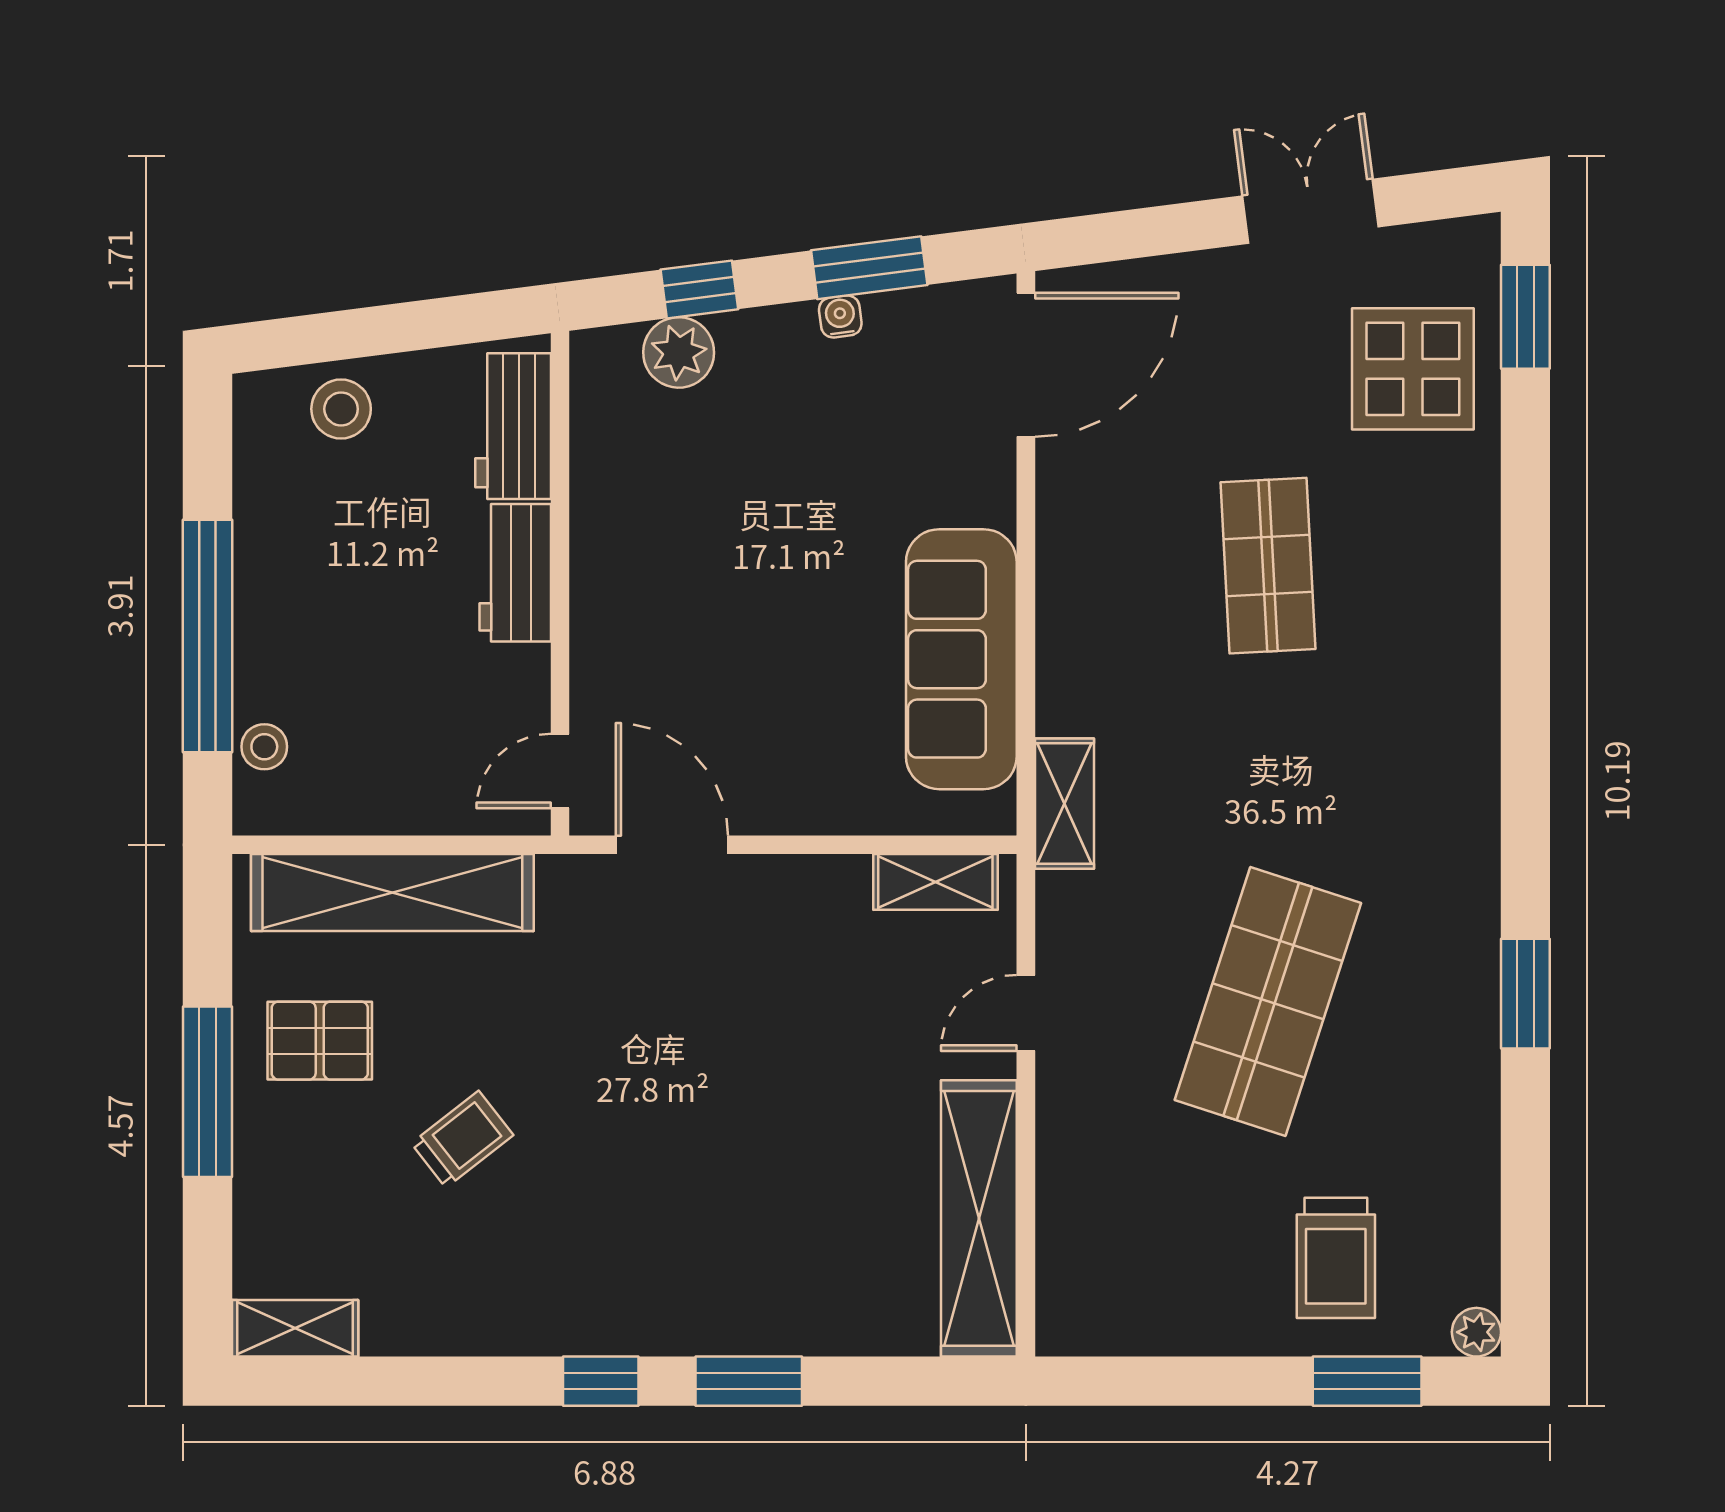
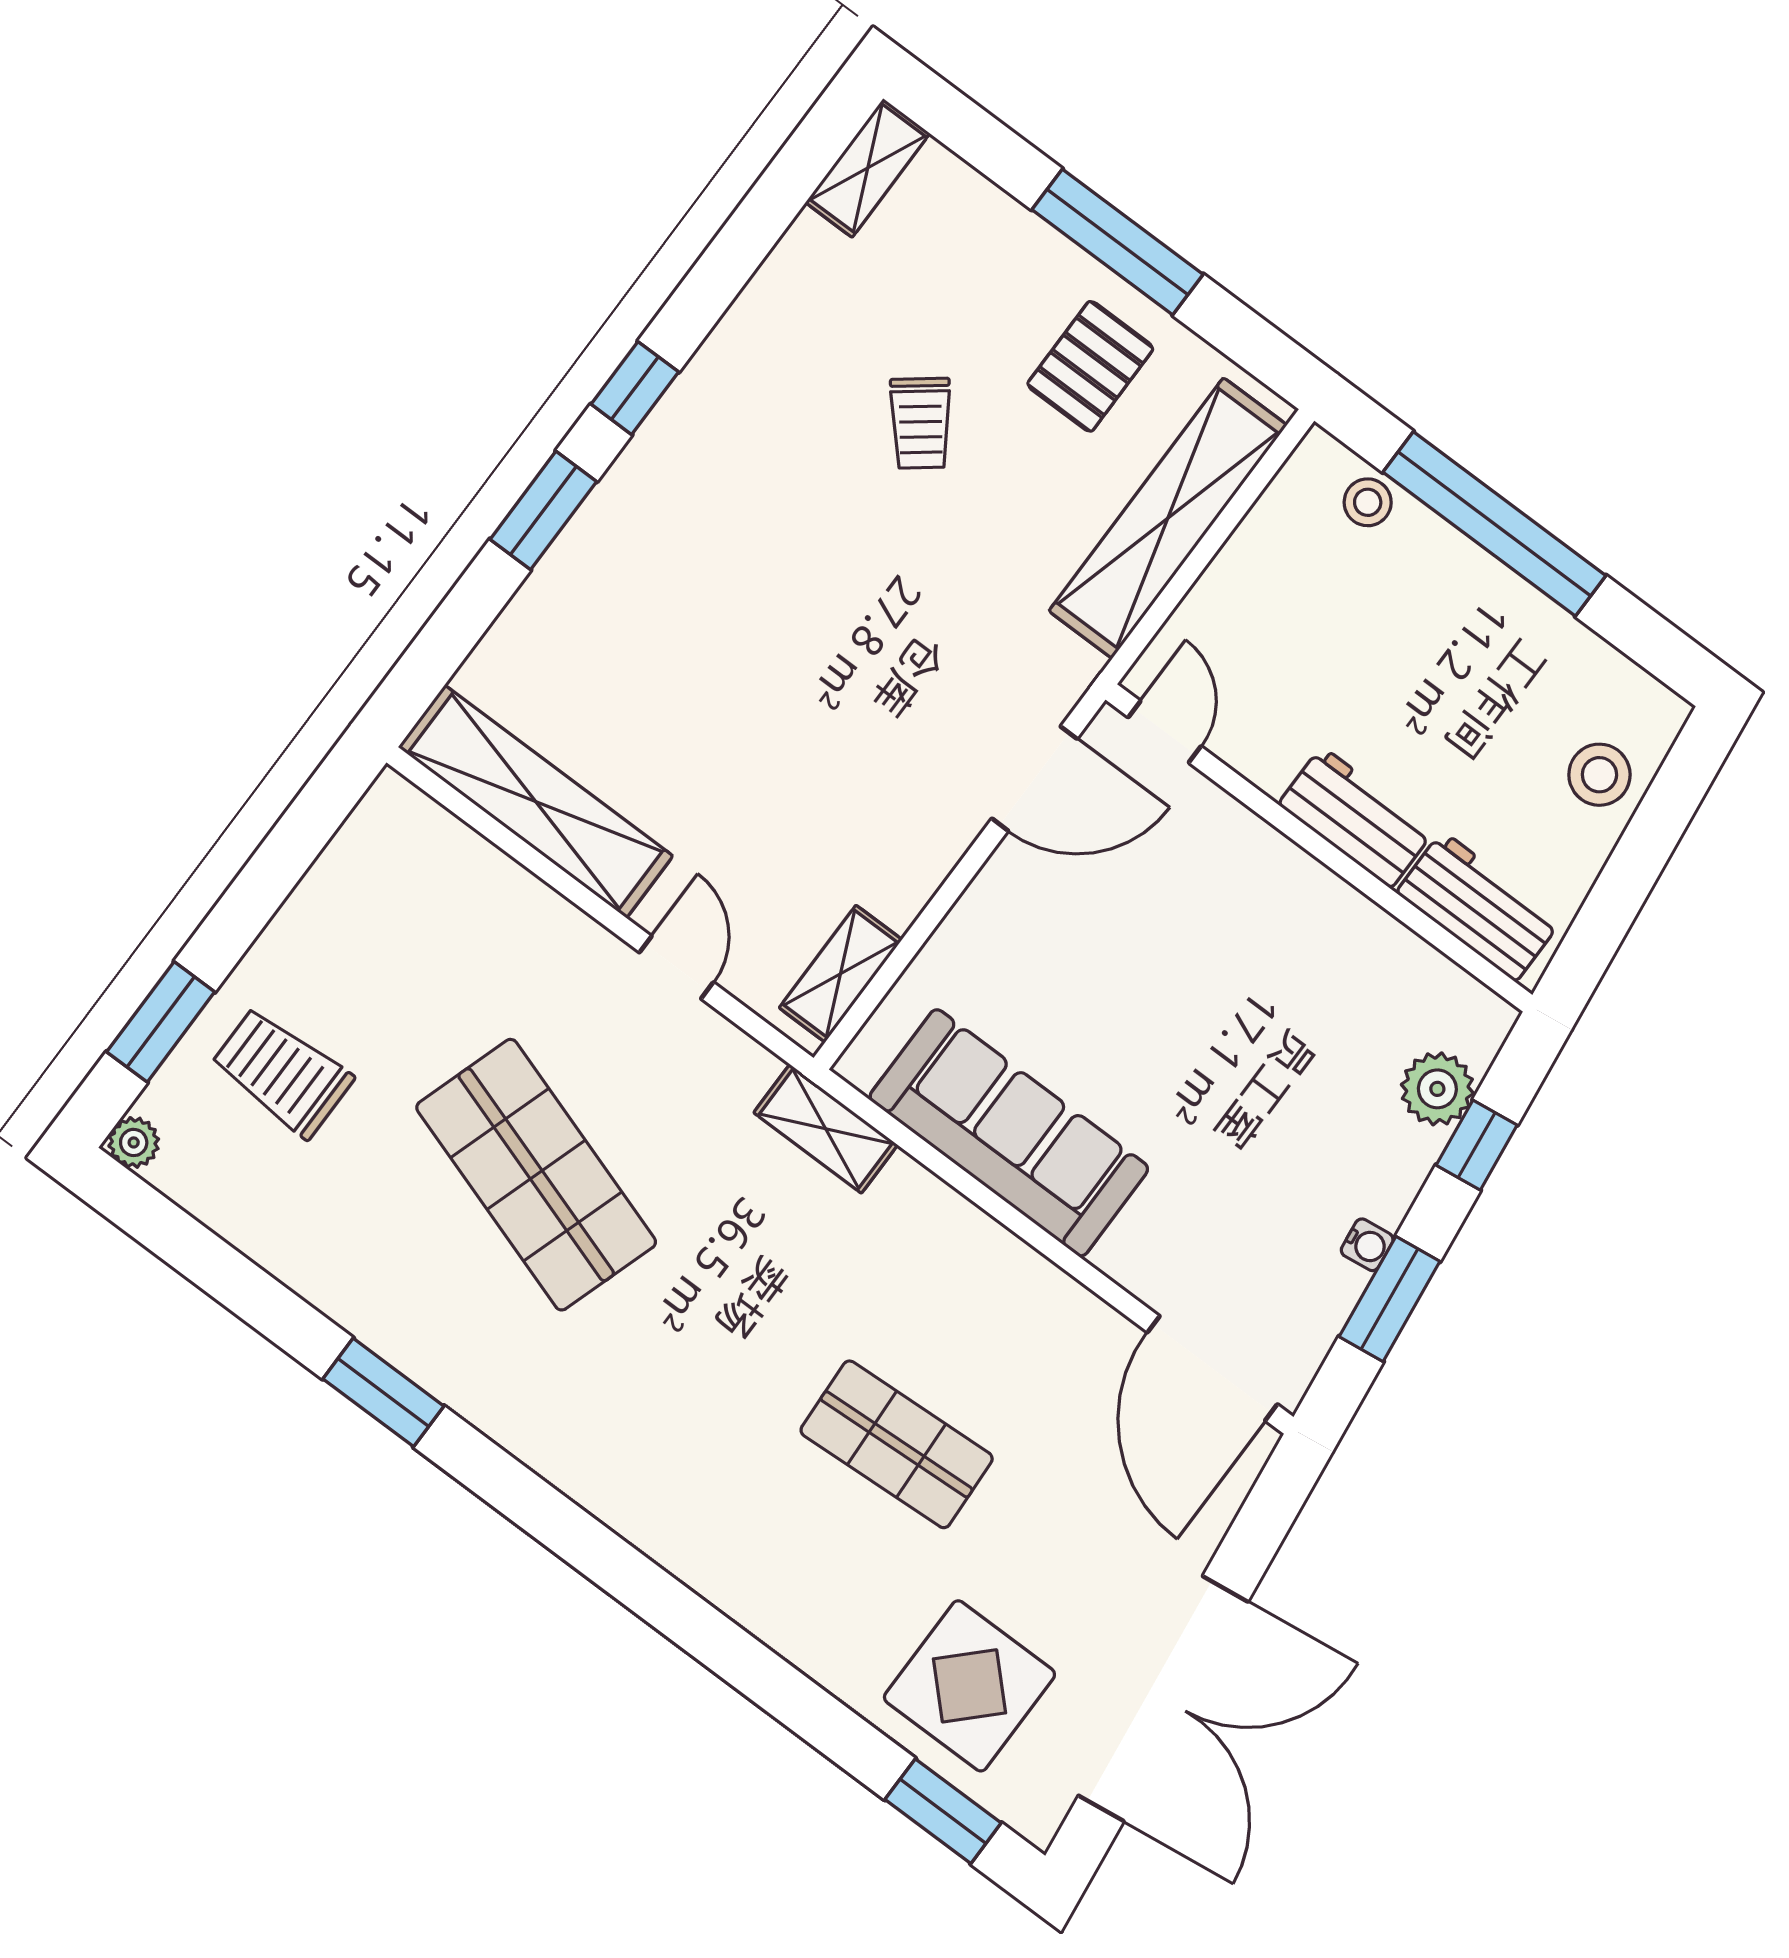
double door: (1310, 211) -> (1163, 1699), width x1.87

